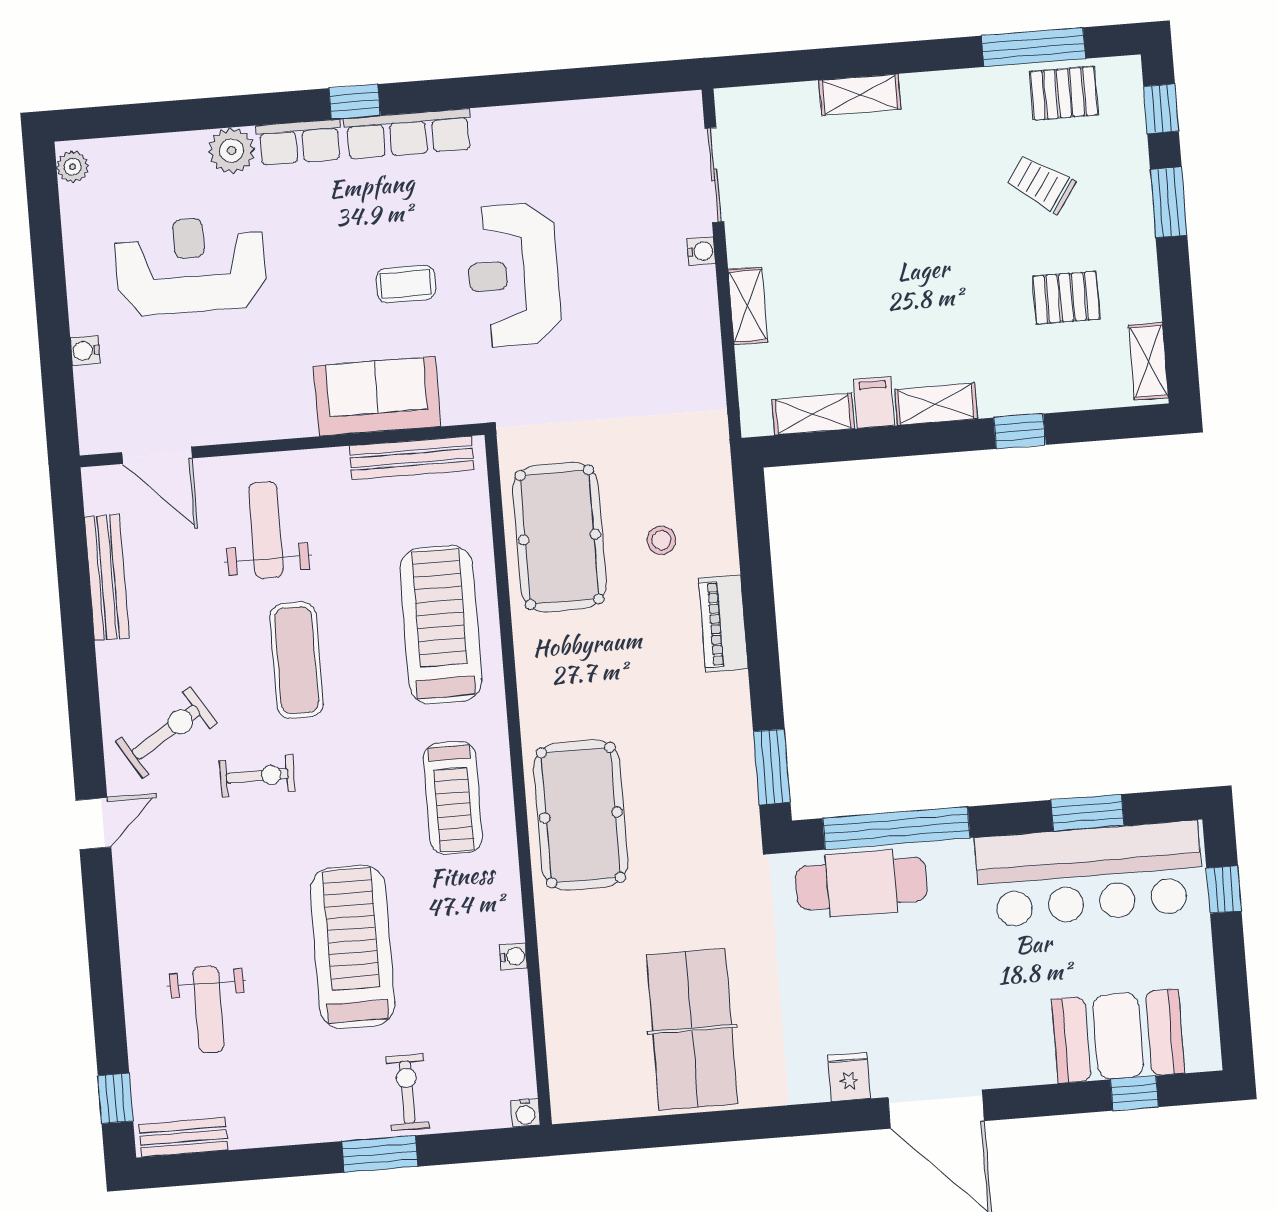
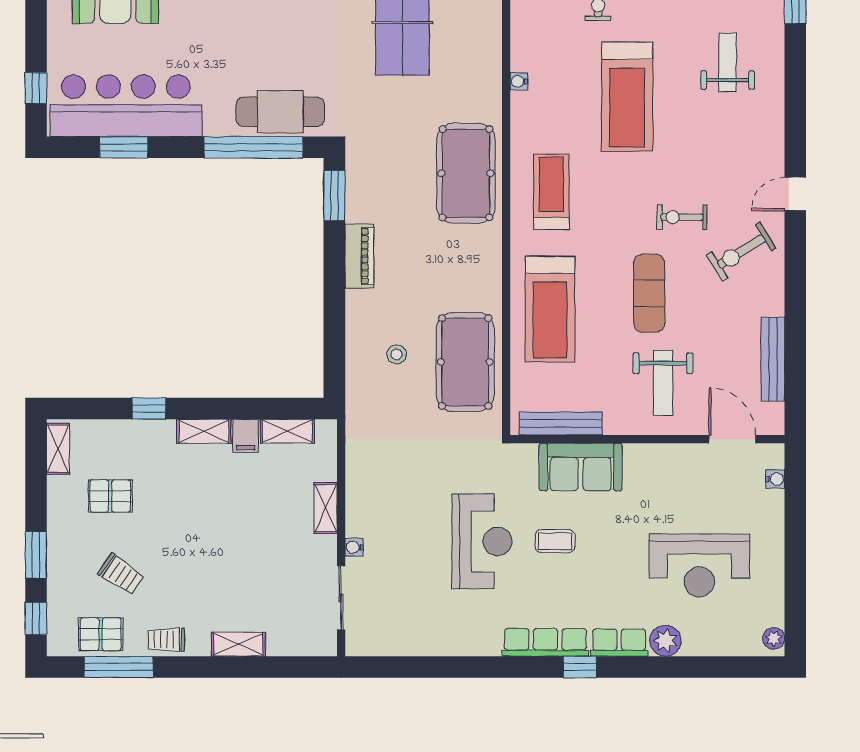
trolley: (967, 93) -> (166, 640), added
water cooler: (85, 351) -> (775, 479), moved
piano: (723, 624) -> (359, 256), moved

